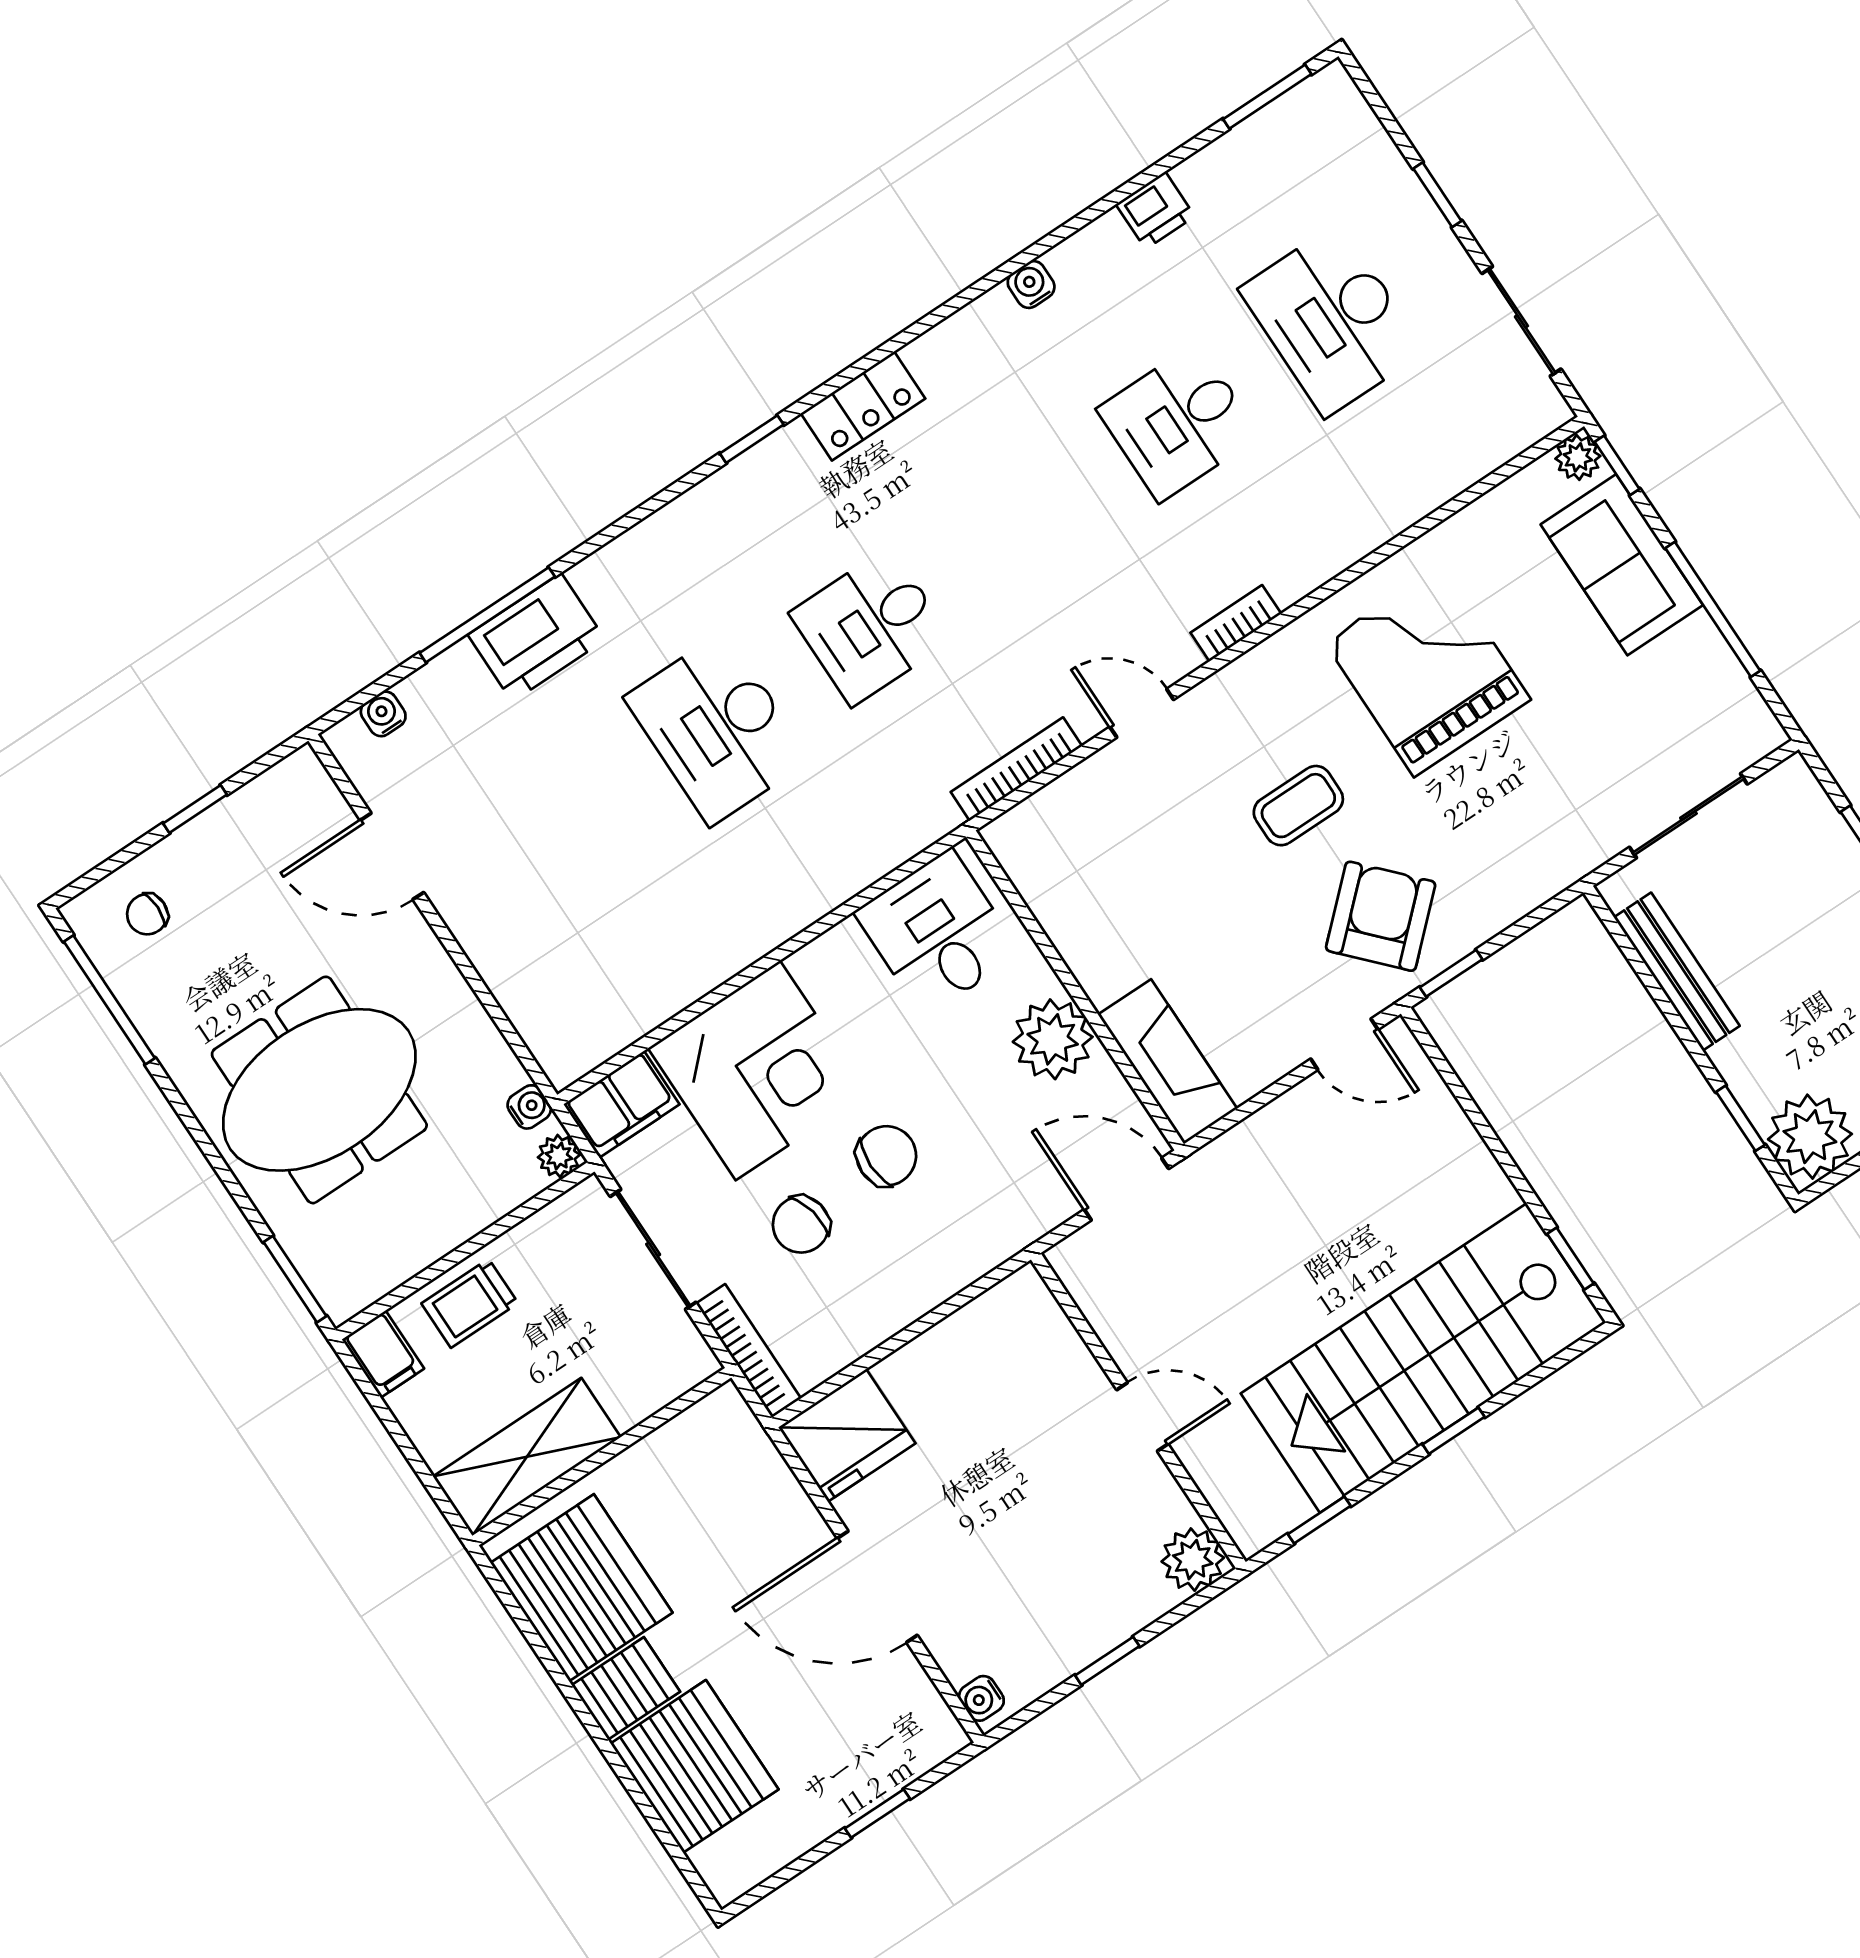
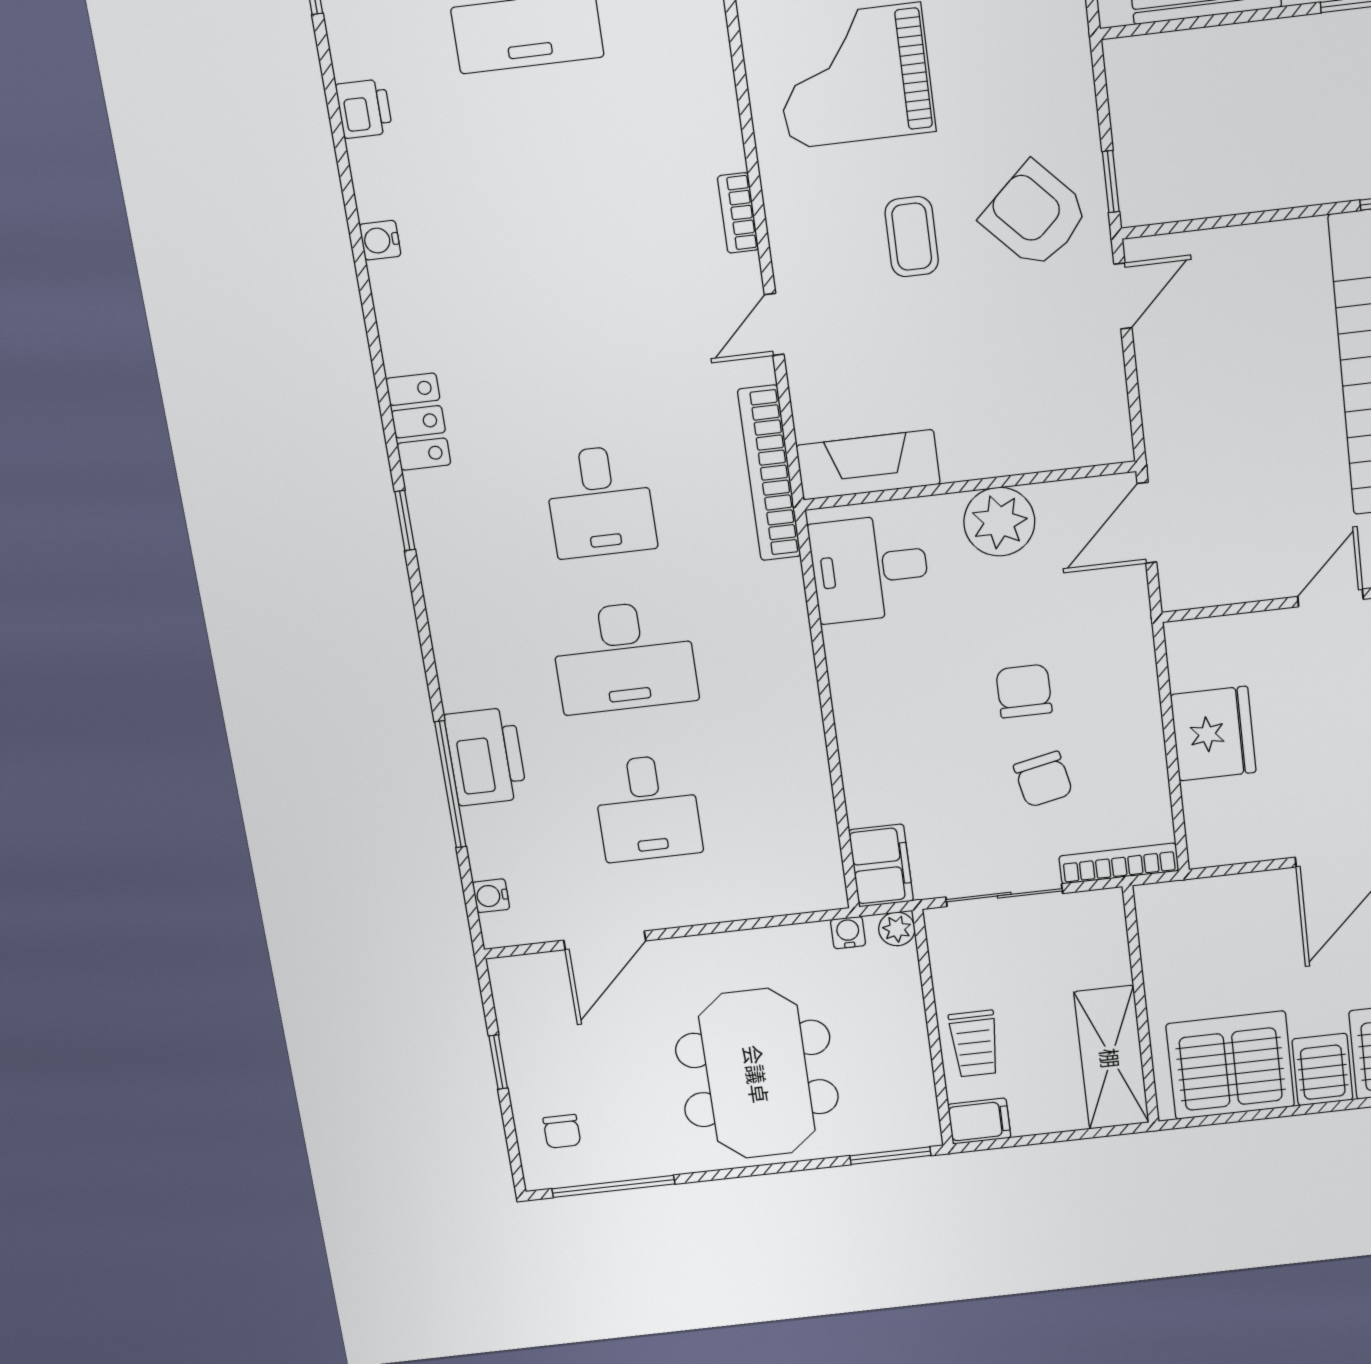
desk: (1178, 422) -> (647, 808), moved
bookcase: (1016, 769) -> (769, 473), width x1.48, depth x1.31
fireplace: (1168, 1062) -> (868, 465), moved
corner desk: (758, 1070) -> (907, 754), removed
fridge: (847, 1435) -> (1213, 734), moved

